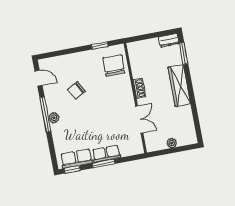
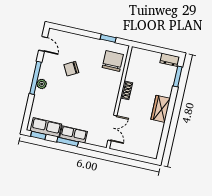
wardrobe: (179, 86) -> (161, 109), width x0.67
double door: (139, 119) -> (112, 128), moved
plant: (172, 143) -> (134, 150), removed

